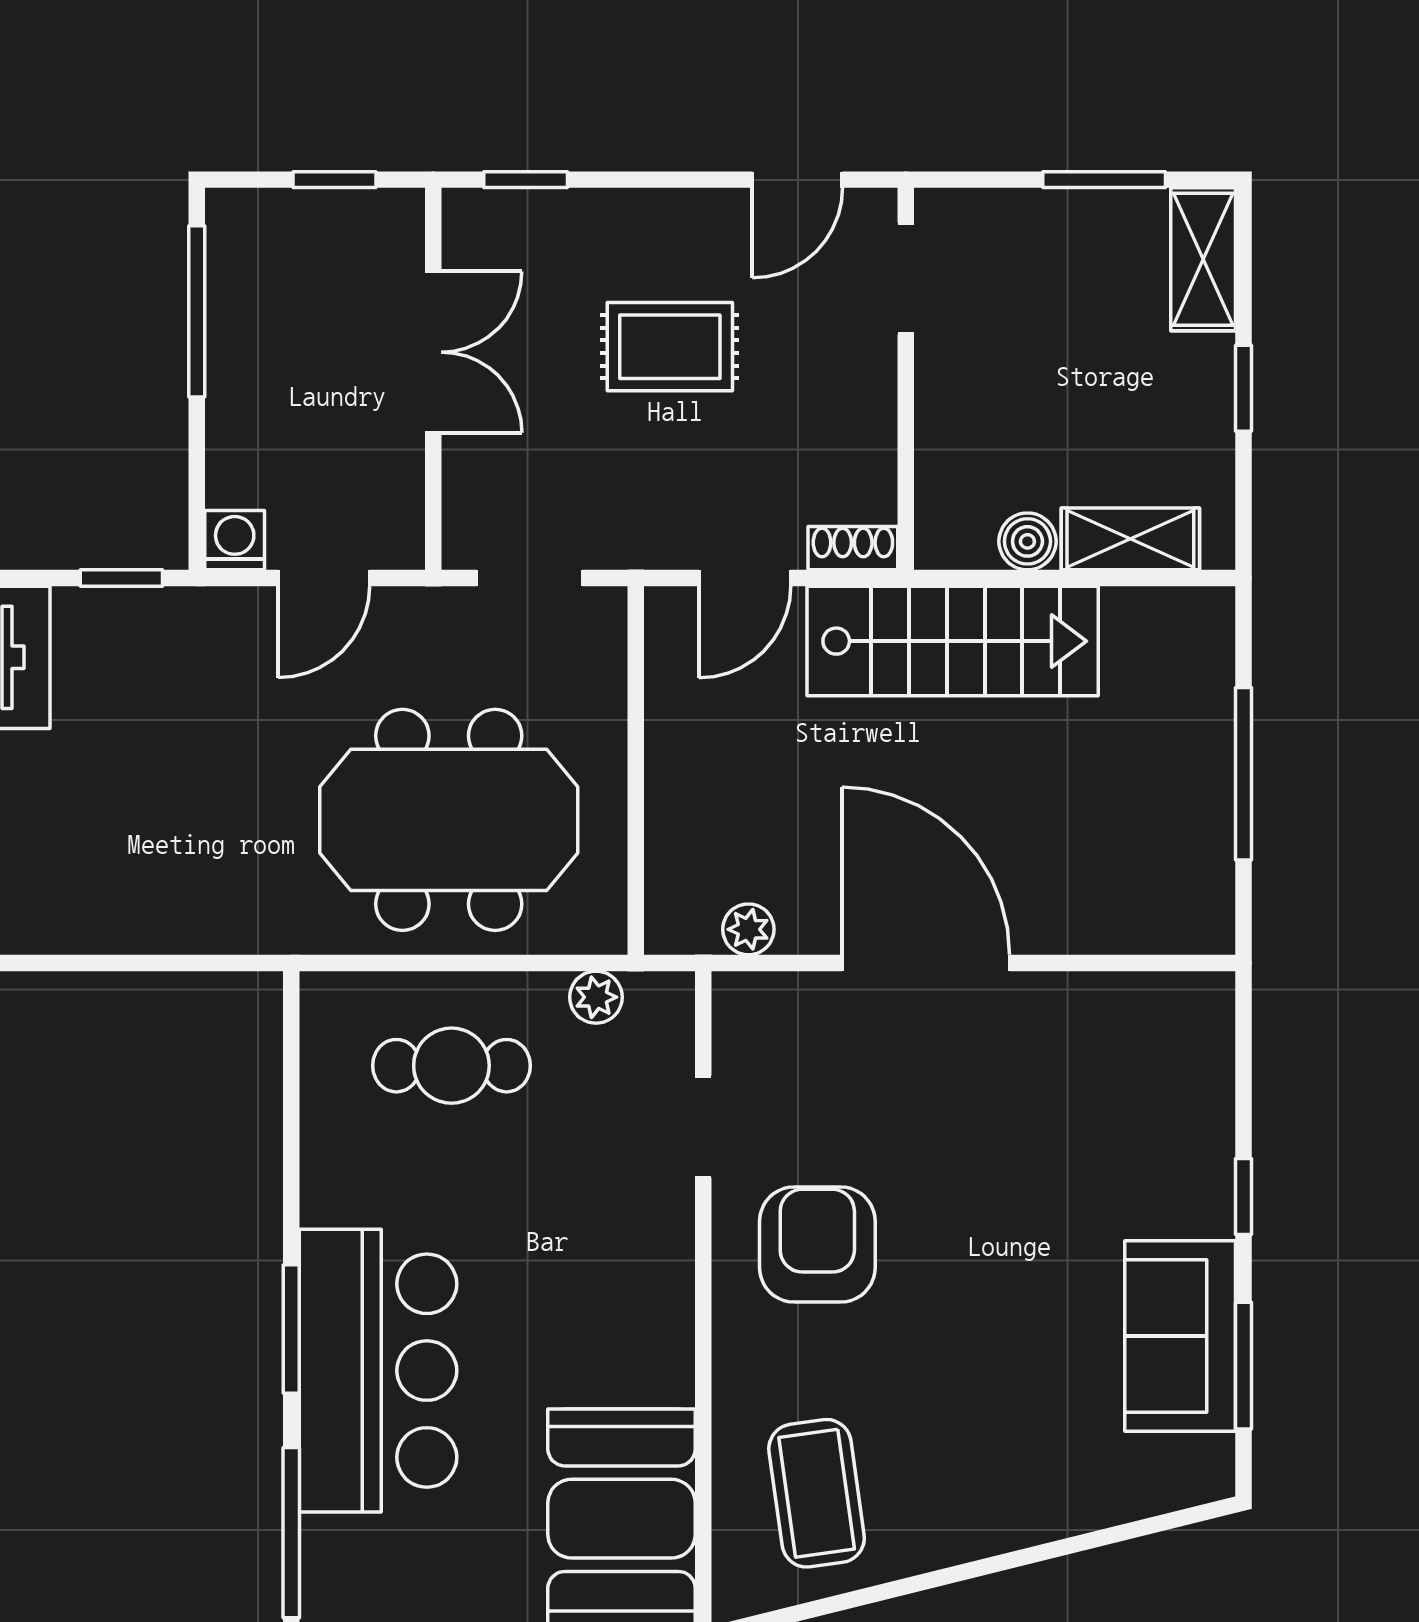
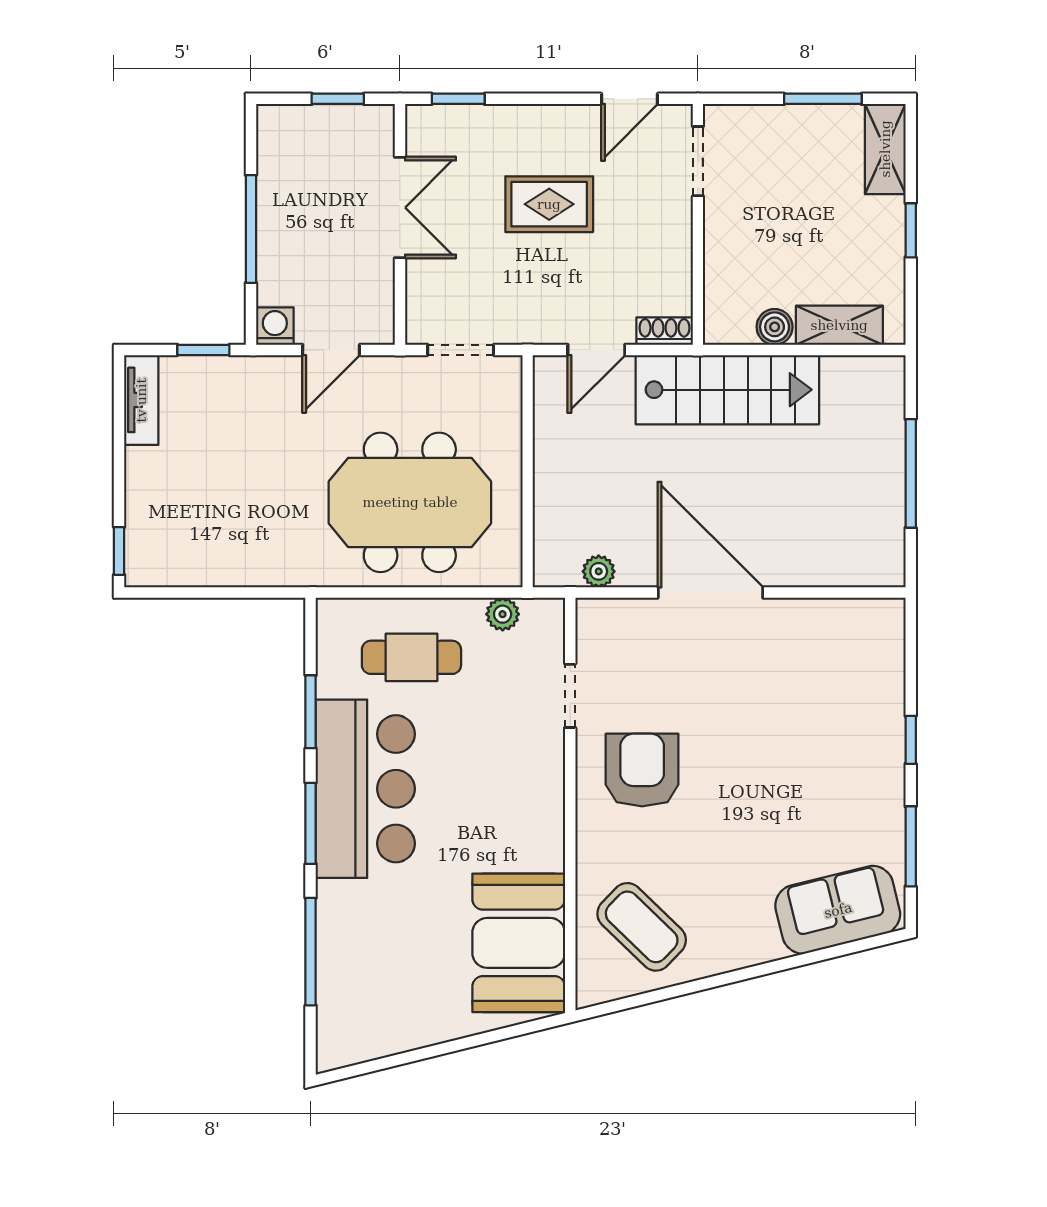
window: (197, 311) -> (251, 229), moved
window: (291, 1152) -> (311, 712), added
sofa: (1180, 1336) -> (838, 910), moved, turned 76
bar counter: (378, 1371) -> (365, 789), moved
coffee table: (817, 1493) -> (642, 927), turned -38

